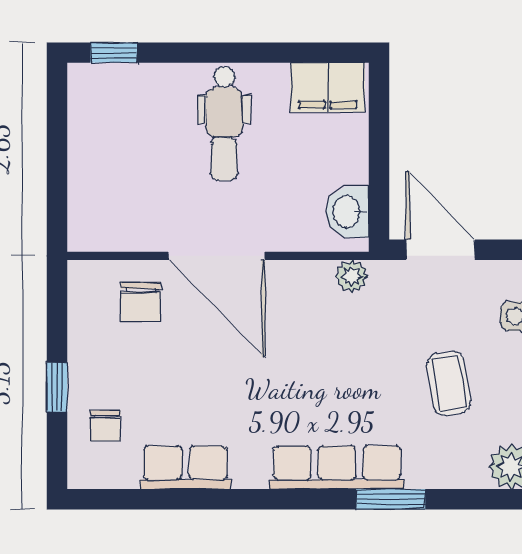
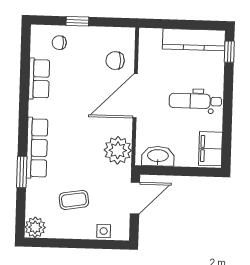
kitchen counter: (90, 131) -> (194, 40), added
washbasin: (347, 212) -> (158, 156), width x1.38
plant: (351, 276) -> (118, 150), width x1.87, depth x1.87

